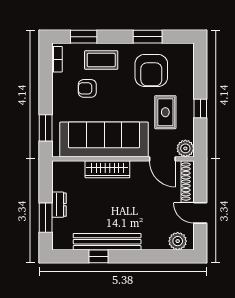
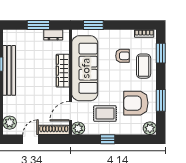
plant: (185, 52) -> (150, 128), added
armchair: (87, 88) -> (123, 56), turned 90
dresser: (59, 205) -> (53, 35), moved
window: (46, 218) -> (38, 25), moved

